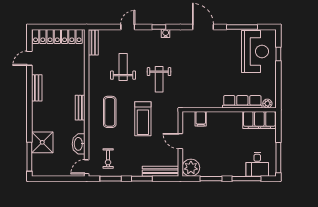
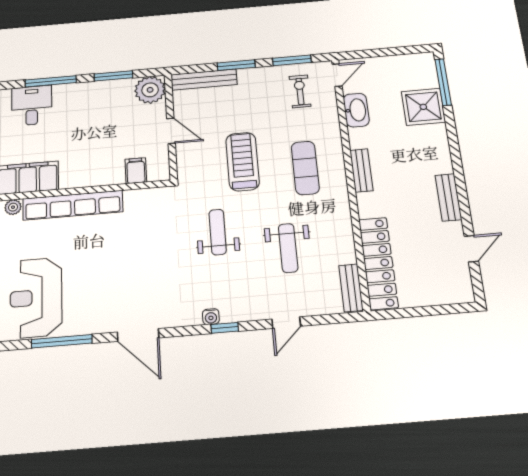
locker: (57, 36) -> (378, 263), moved, turned 90
row of seats: (242, 102) -> (73, 205), width x1.36

